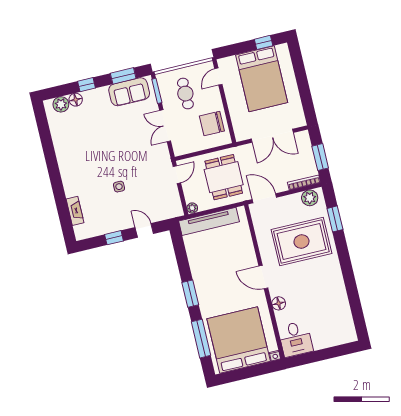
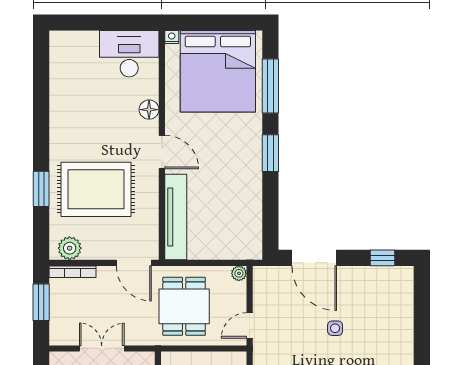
double door: (272, 136) -> (102, 348), width x0.73
fireplace: (75, 211) -> (405, 309), removed
window: (335, 219) -> (41, 189), moved
tv unit: (209, 221) -> (176, 217), moved, turned 90
door: (144, 230) -> (314, 258), width x1.87
window: (114, 238) -> (382, 258), moved
desk: (295, 339) -> (129, 54), width x1.37

